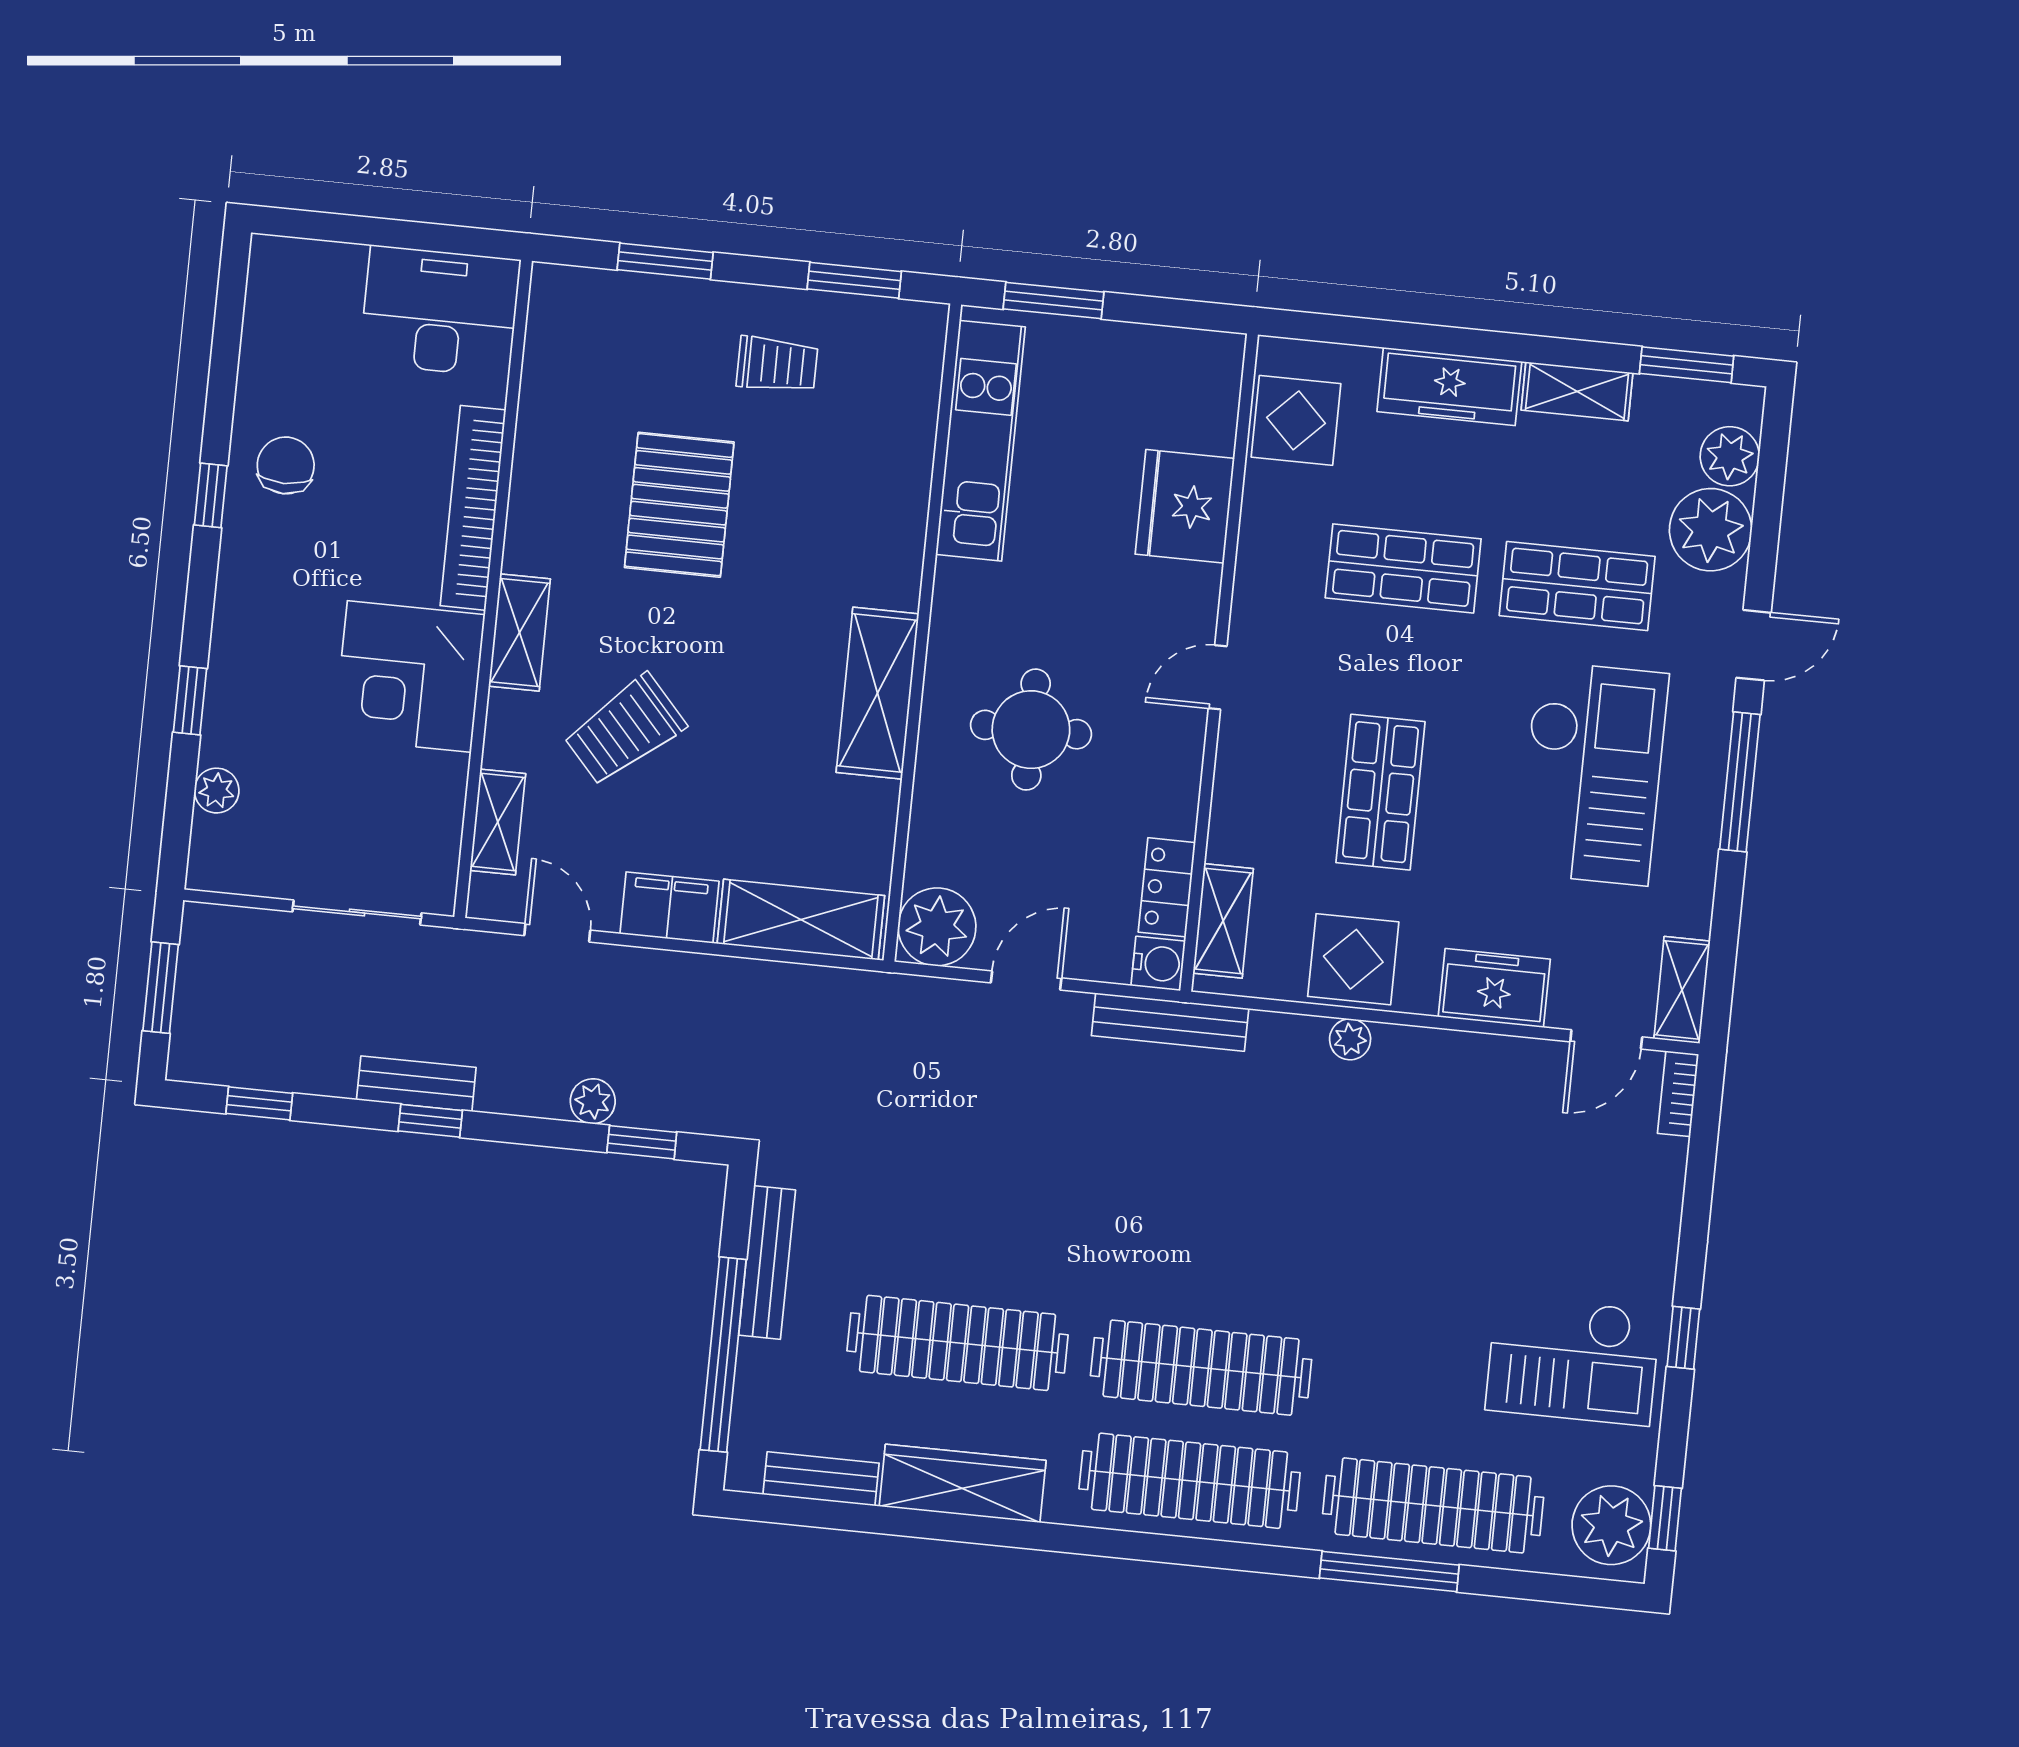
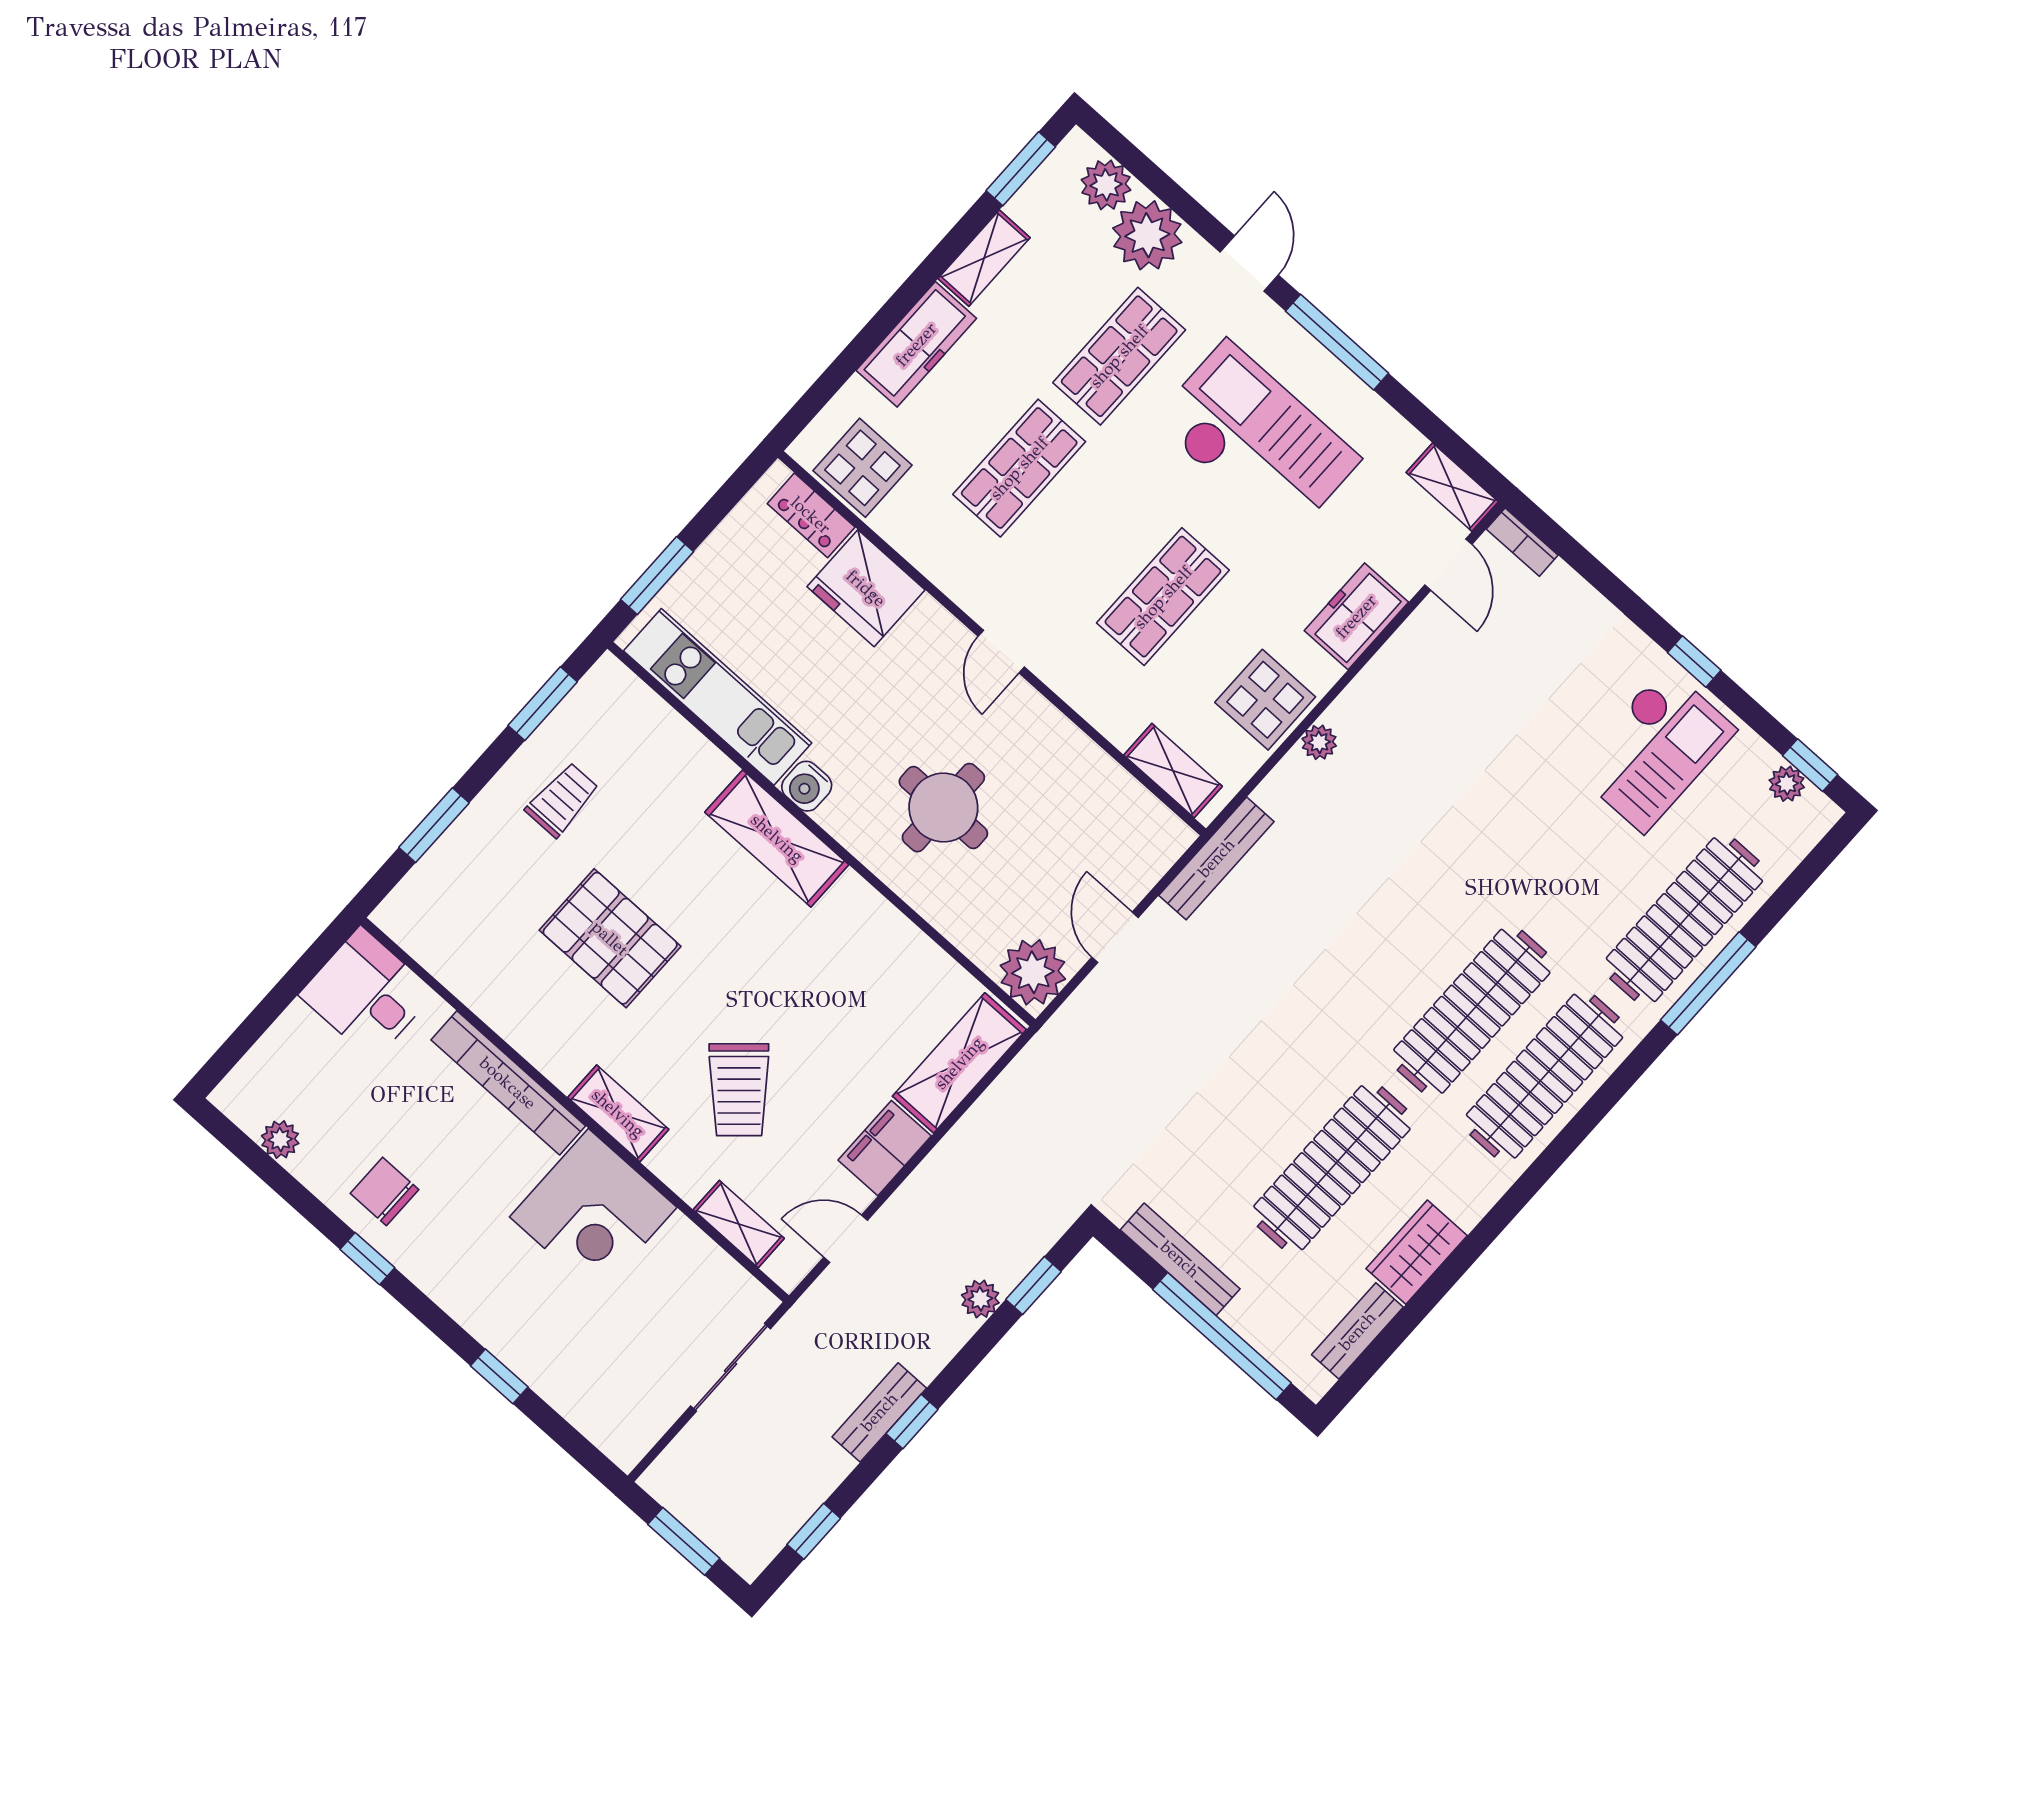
desk: (440, 311) -> (367, 994), width x0.73
shelving: (877, 693) -> (777, 838), moved
plant: (217, 791) -> (280, 1140), moved
shop shelf: (1380, 792) -> (1163, 597), turned 90
locker: (1167, 887) -> (811, 515), moved
water cooler: (1158, 963) -> (807, 786), moved, turned 180
wardrobe: (963, 1483) -> (1417, 1252), width x0.67
plant: (1611, 1525) -> (1787, 784), width x0.53, depth x0.53

